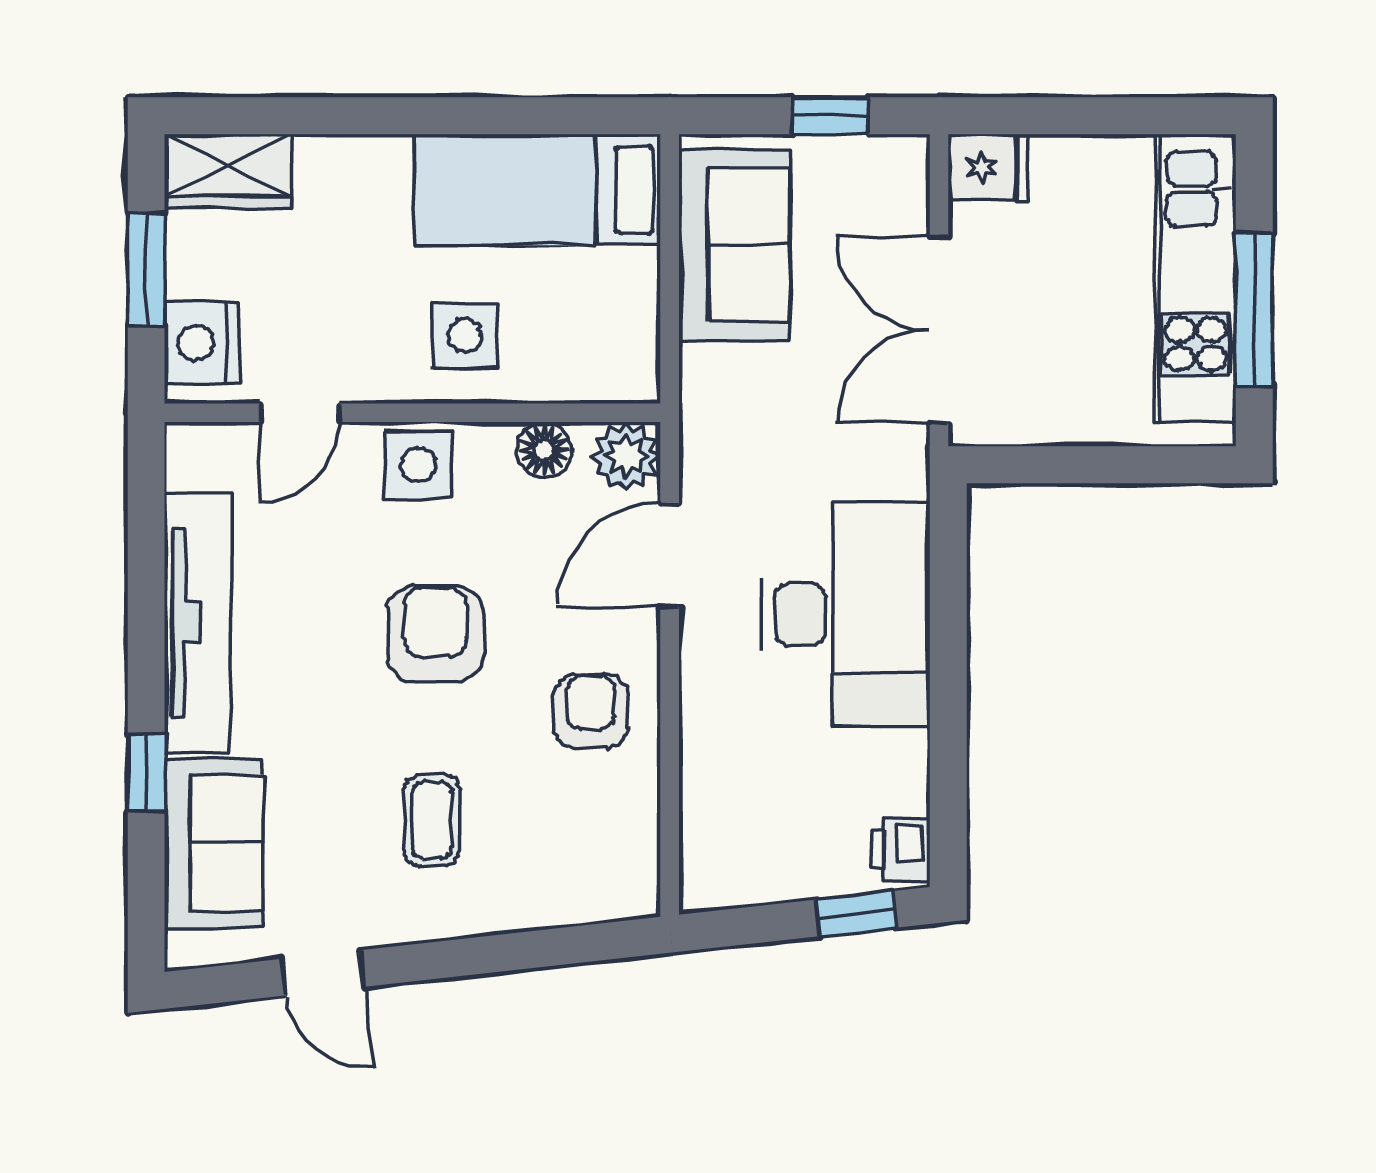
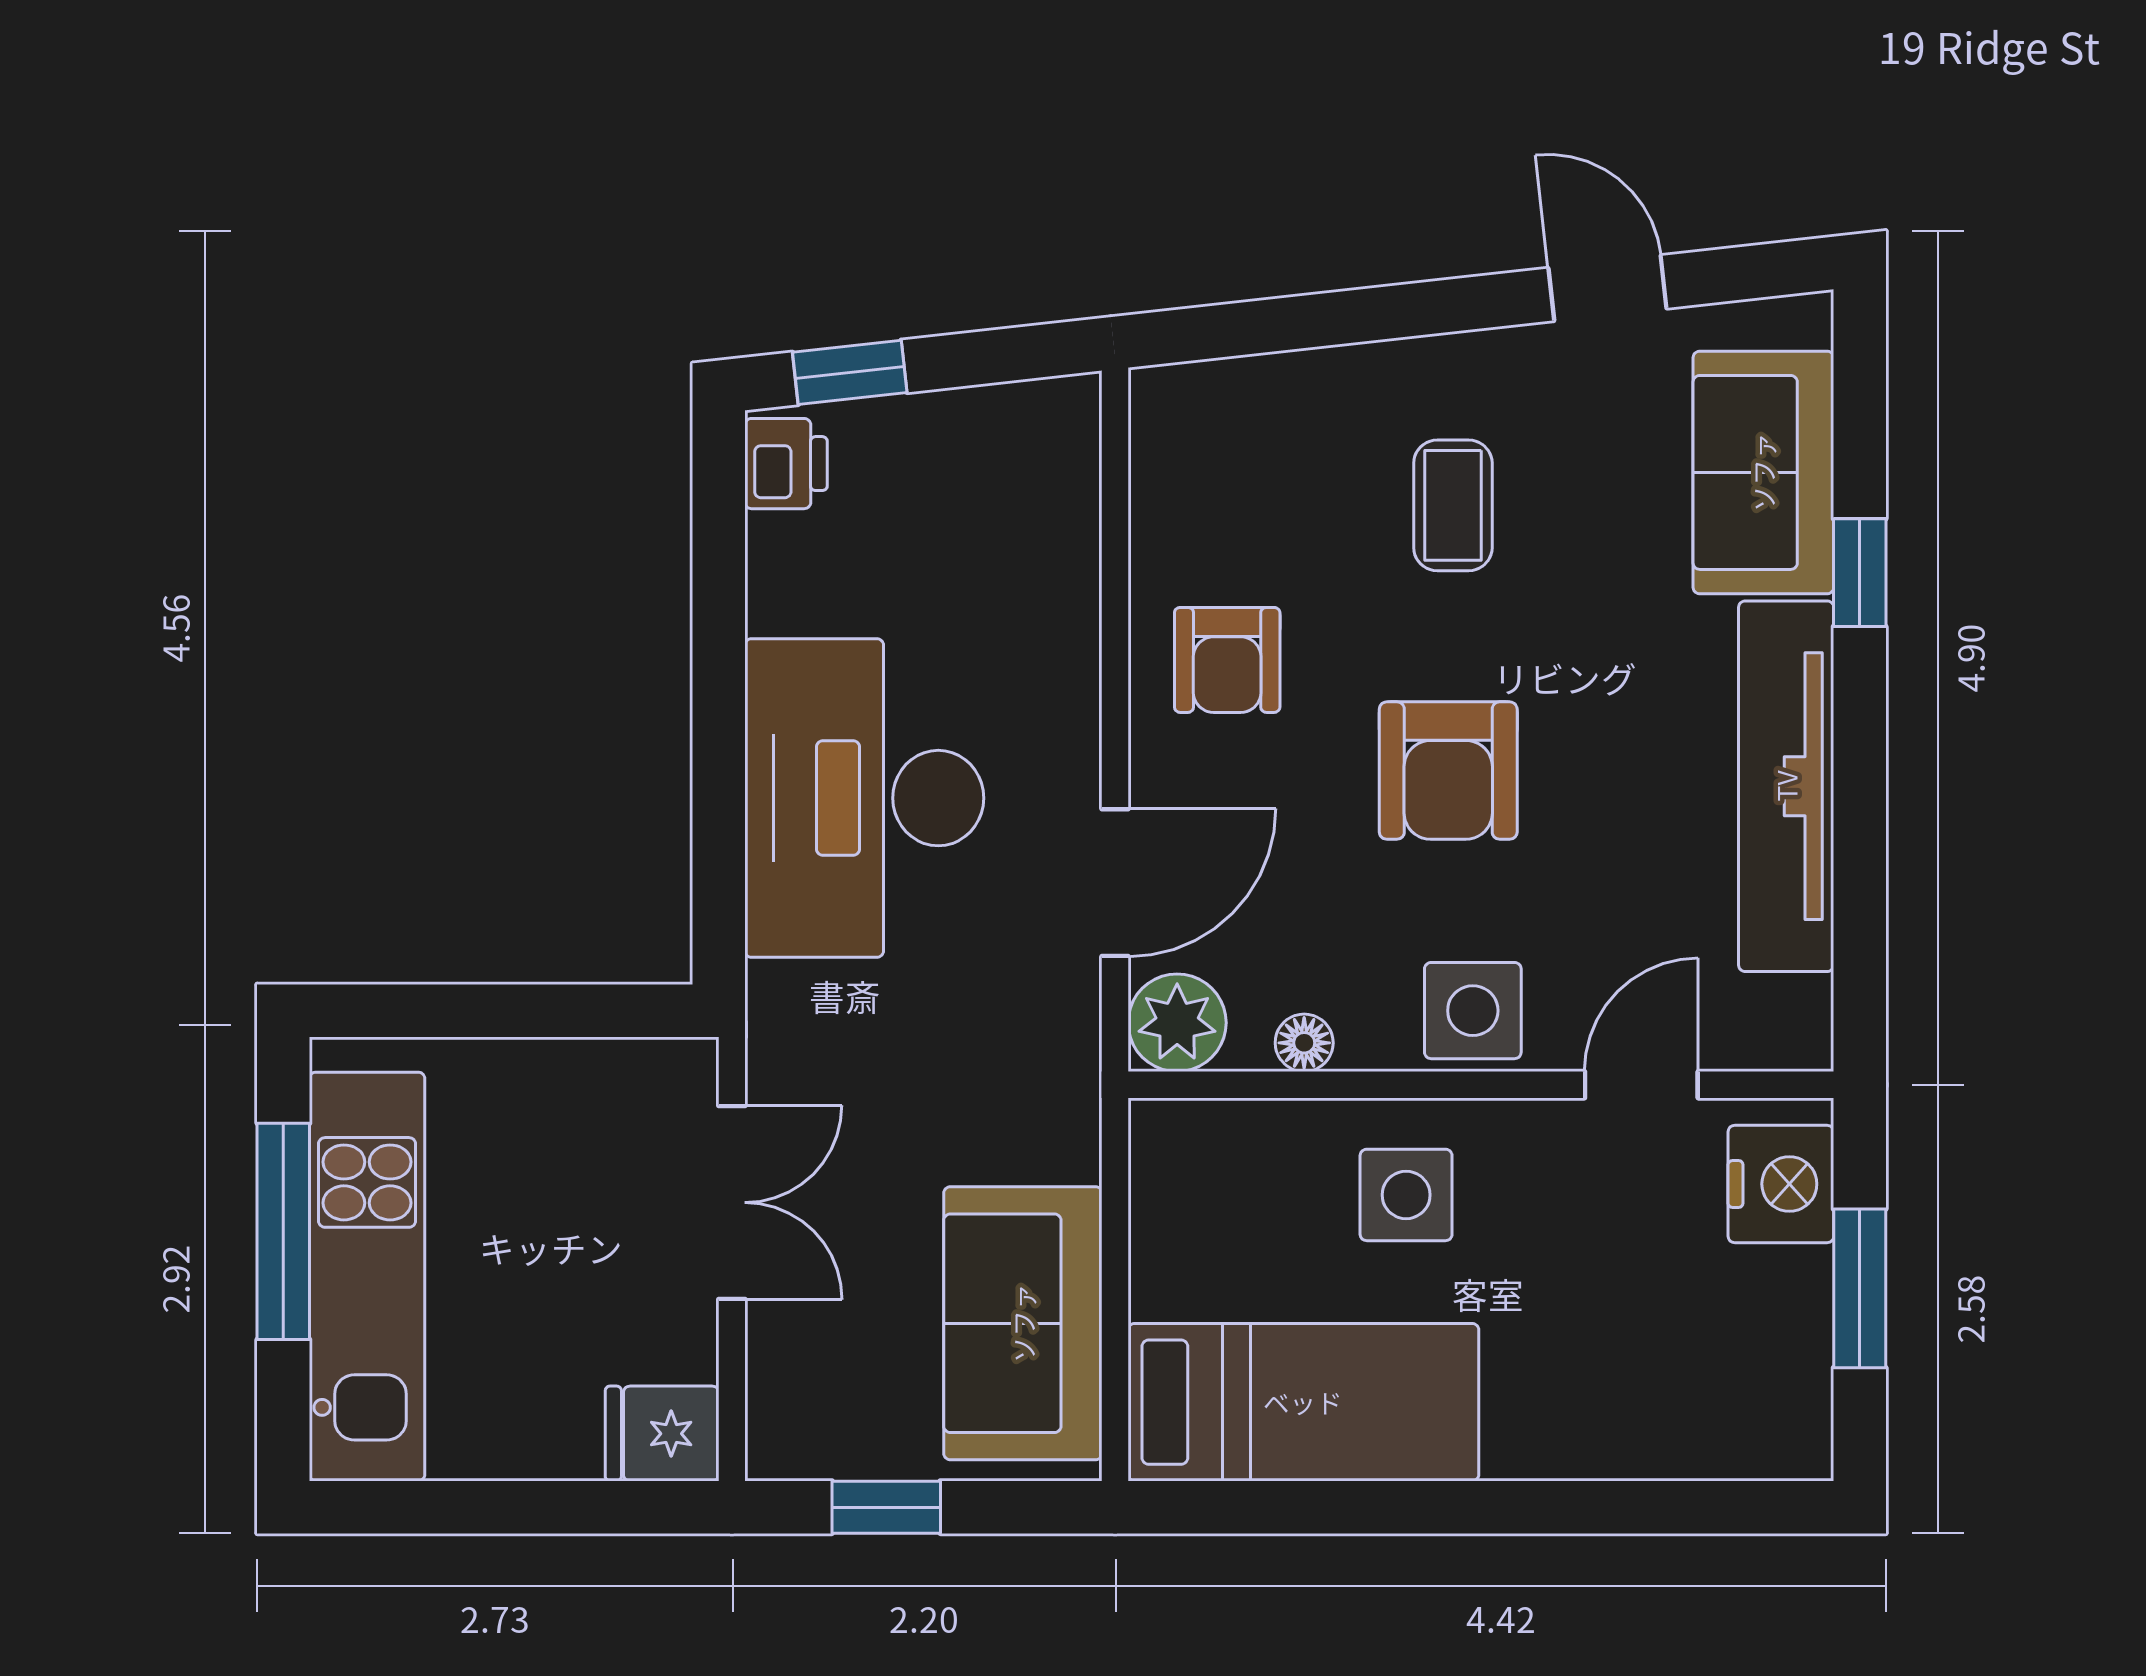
wardrobe: (228, 171) -> (1743, 1429), removed
double door: (939, 330) -> (732, 1202), width x0.73
floor lamp: (544, 450) -> (1304, 1043), width x0.73, depth x0.73

